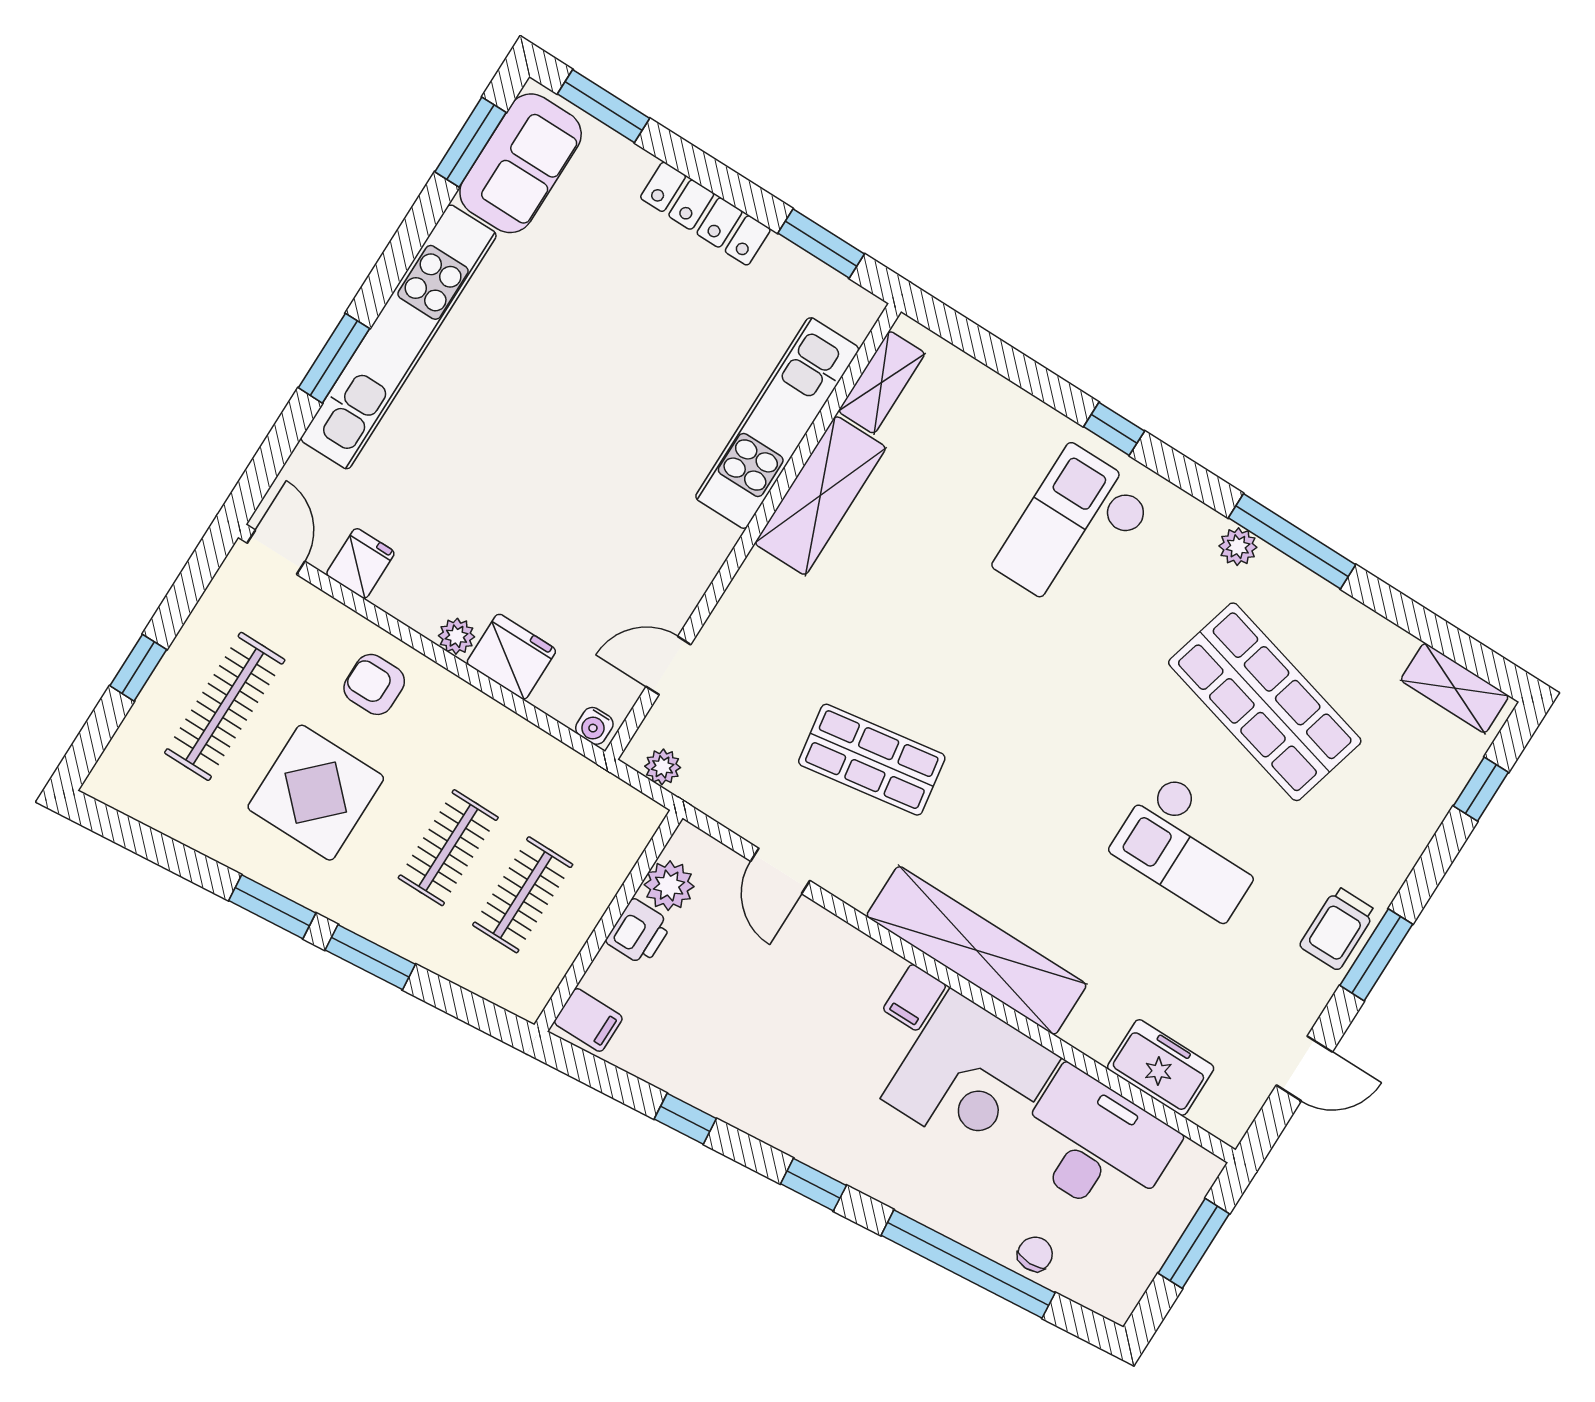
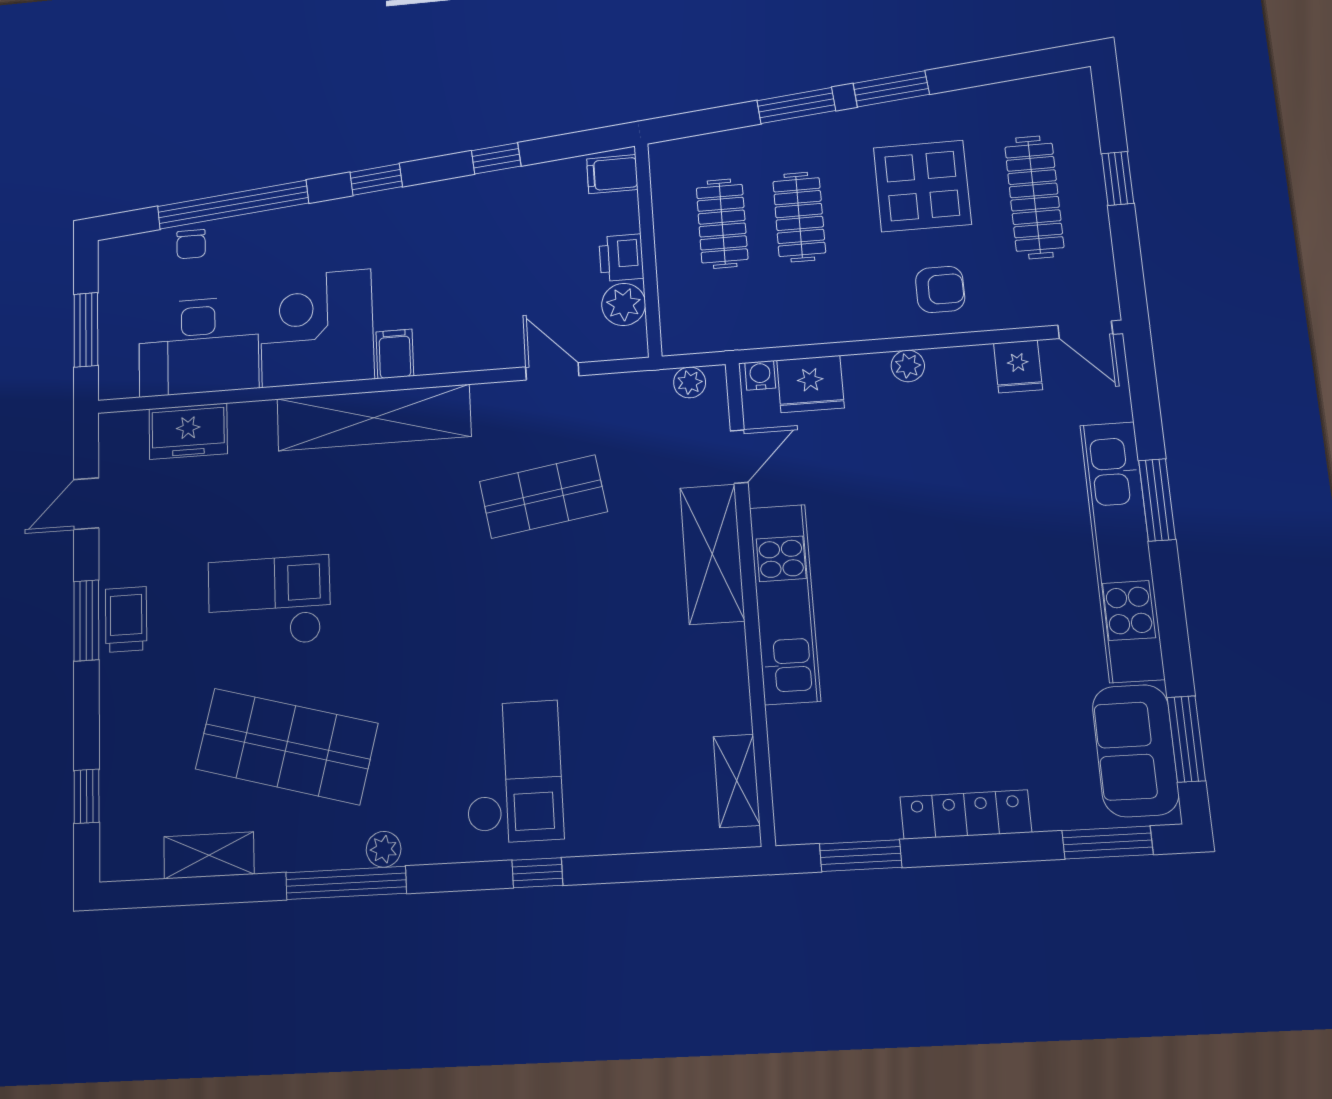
kitchen unit: (777, 423) -> (785, 604), moved
shelving: (820, 496) -> (712, 554), moved
fridge: (511, 657) -> (810, 384), moved
shelving: (1455, 688) -> (209, 855), moved

